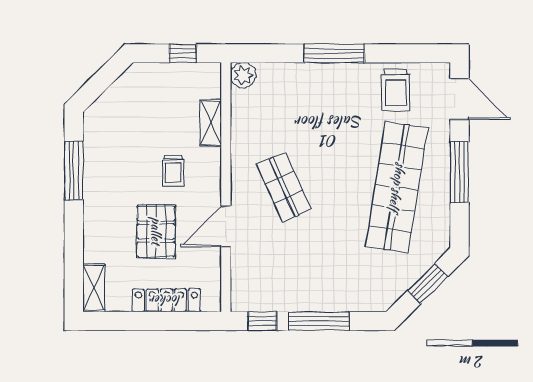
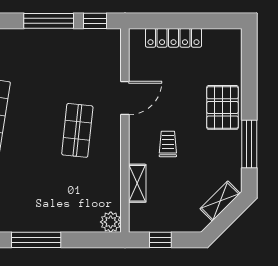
shop shelf: (284, 187) -> (77, 130), turned 30
pallet: (156, 231) -> (222, 107), moved
shelving: (94, 288) -> (220, 201), moved, turned 45

